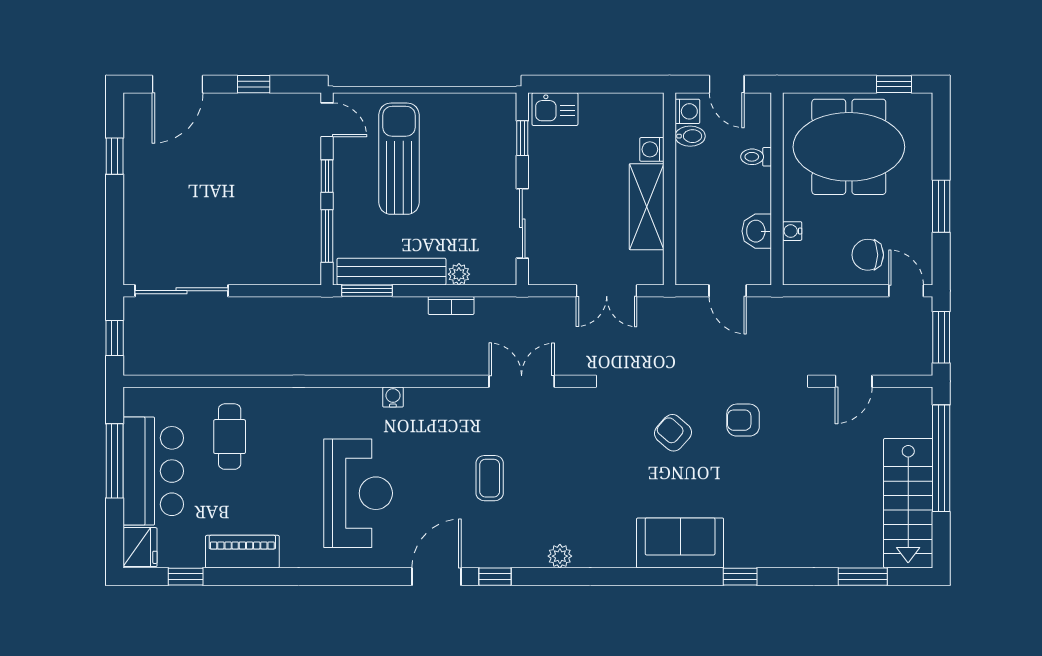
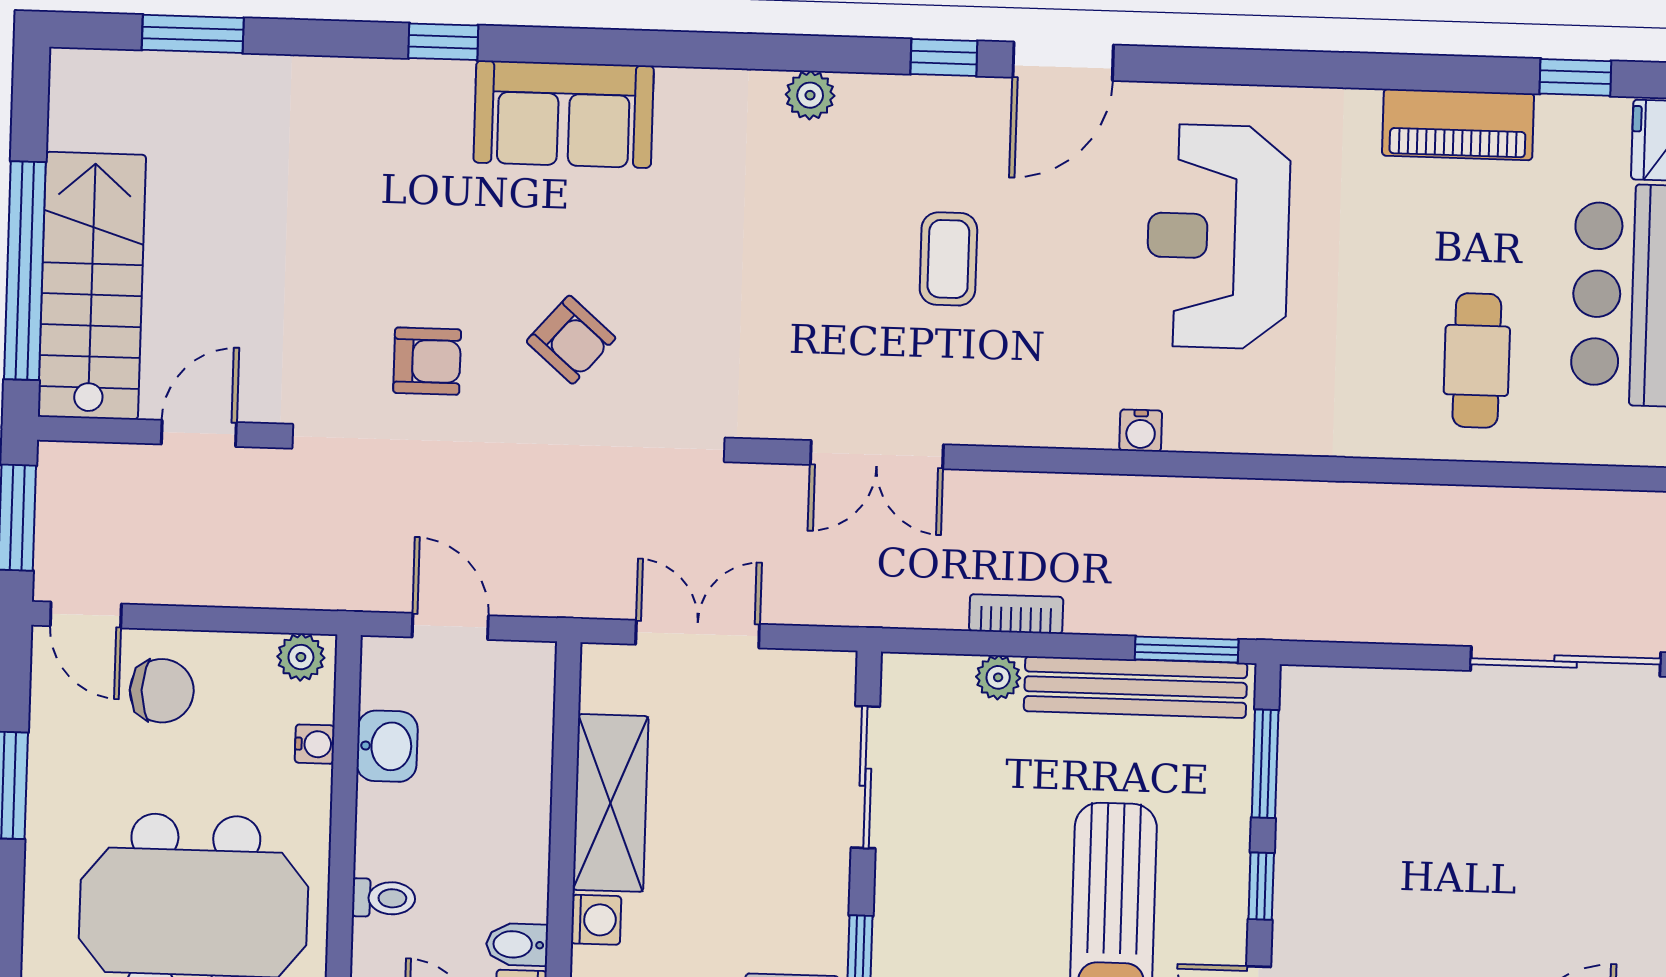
plant: (800, 273) -> (301, 657), added
stairs: (908, 503) -> (92, 286), moved

